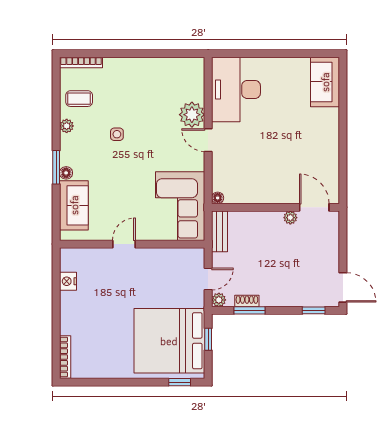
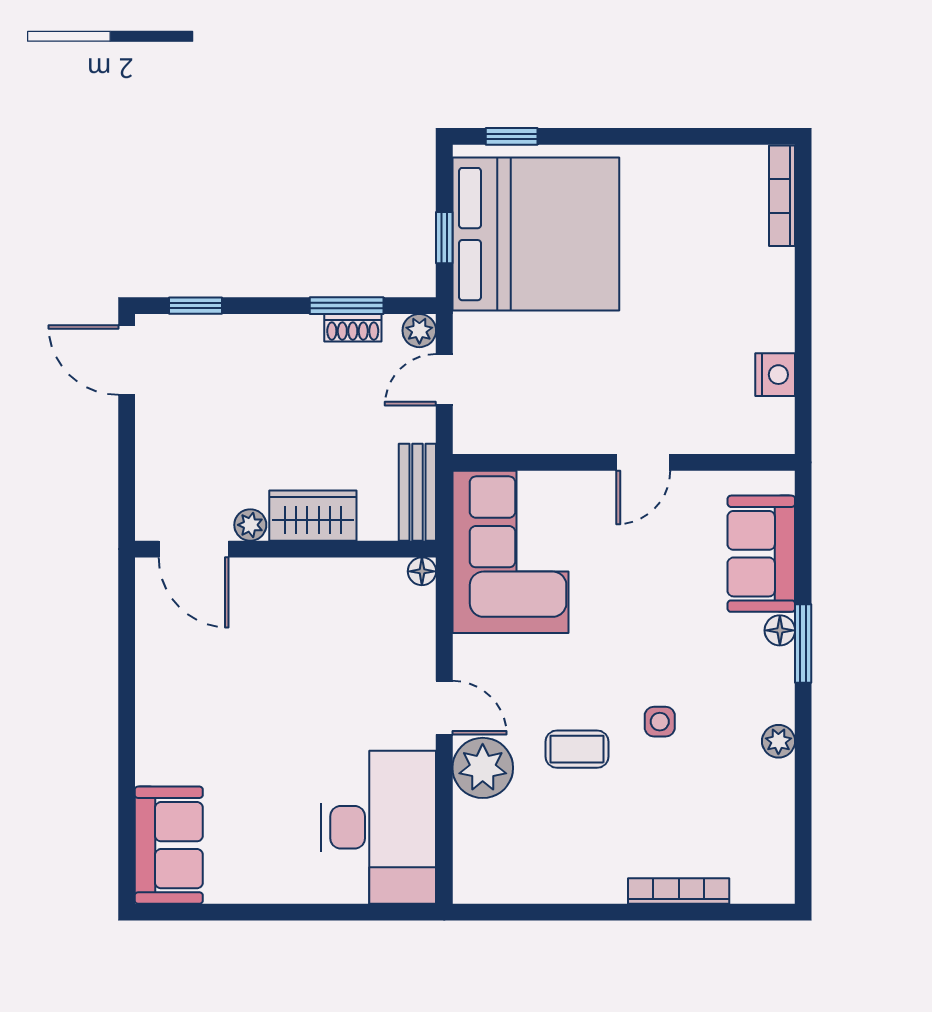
bookcase: (81, 63) -> (679, 891), moved
coffee table: (79, 99) -> (577, 749), moved
wardrobe: (264, 222) -> (313, 516), added

